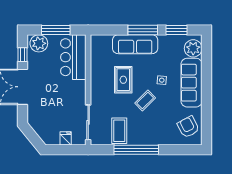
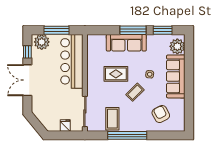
bar counter: (73, 57) -> (72, 61), width x1.36
rug: (123, 80) -> (116, 74), turned 90
armchair: (188, 127) -> (161, 114), moved

